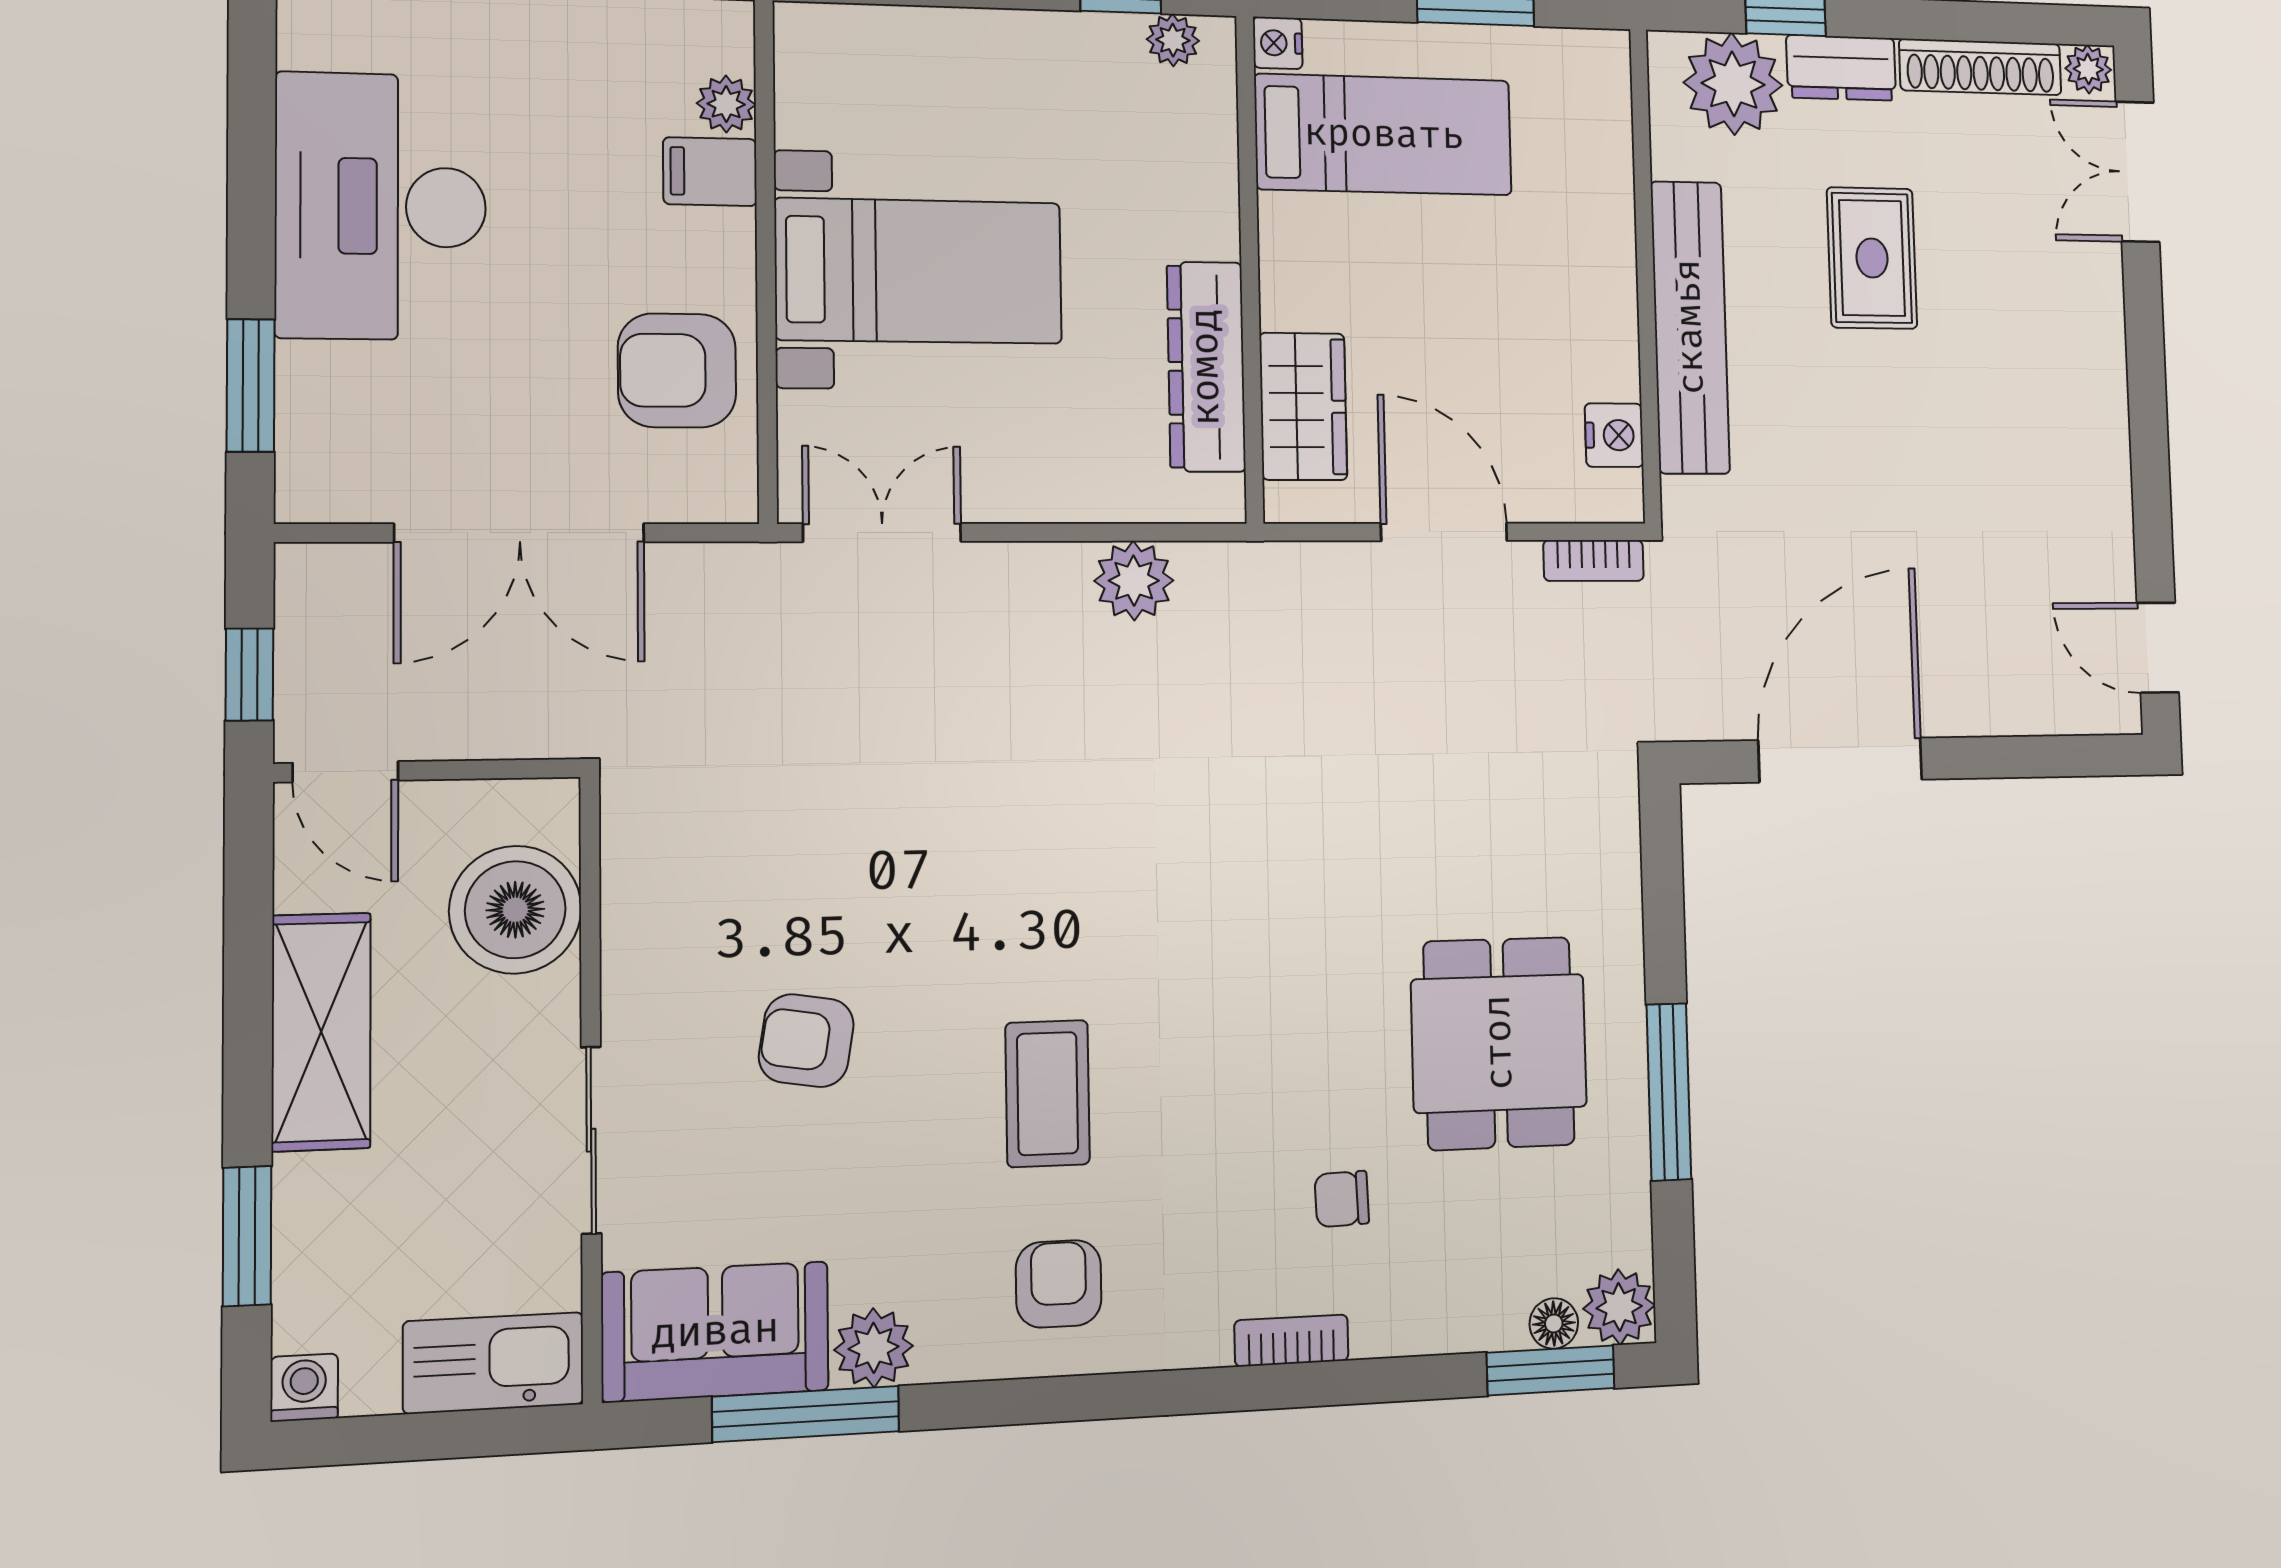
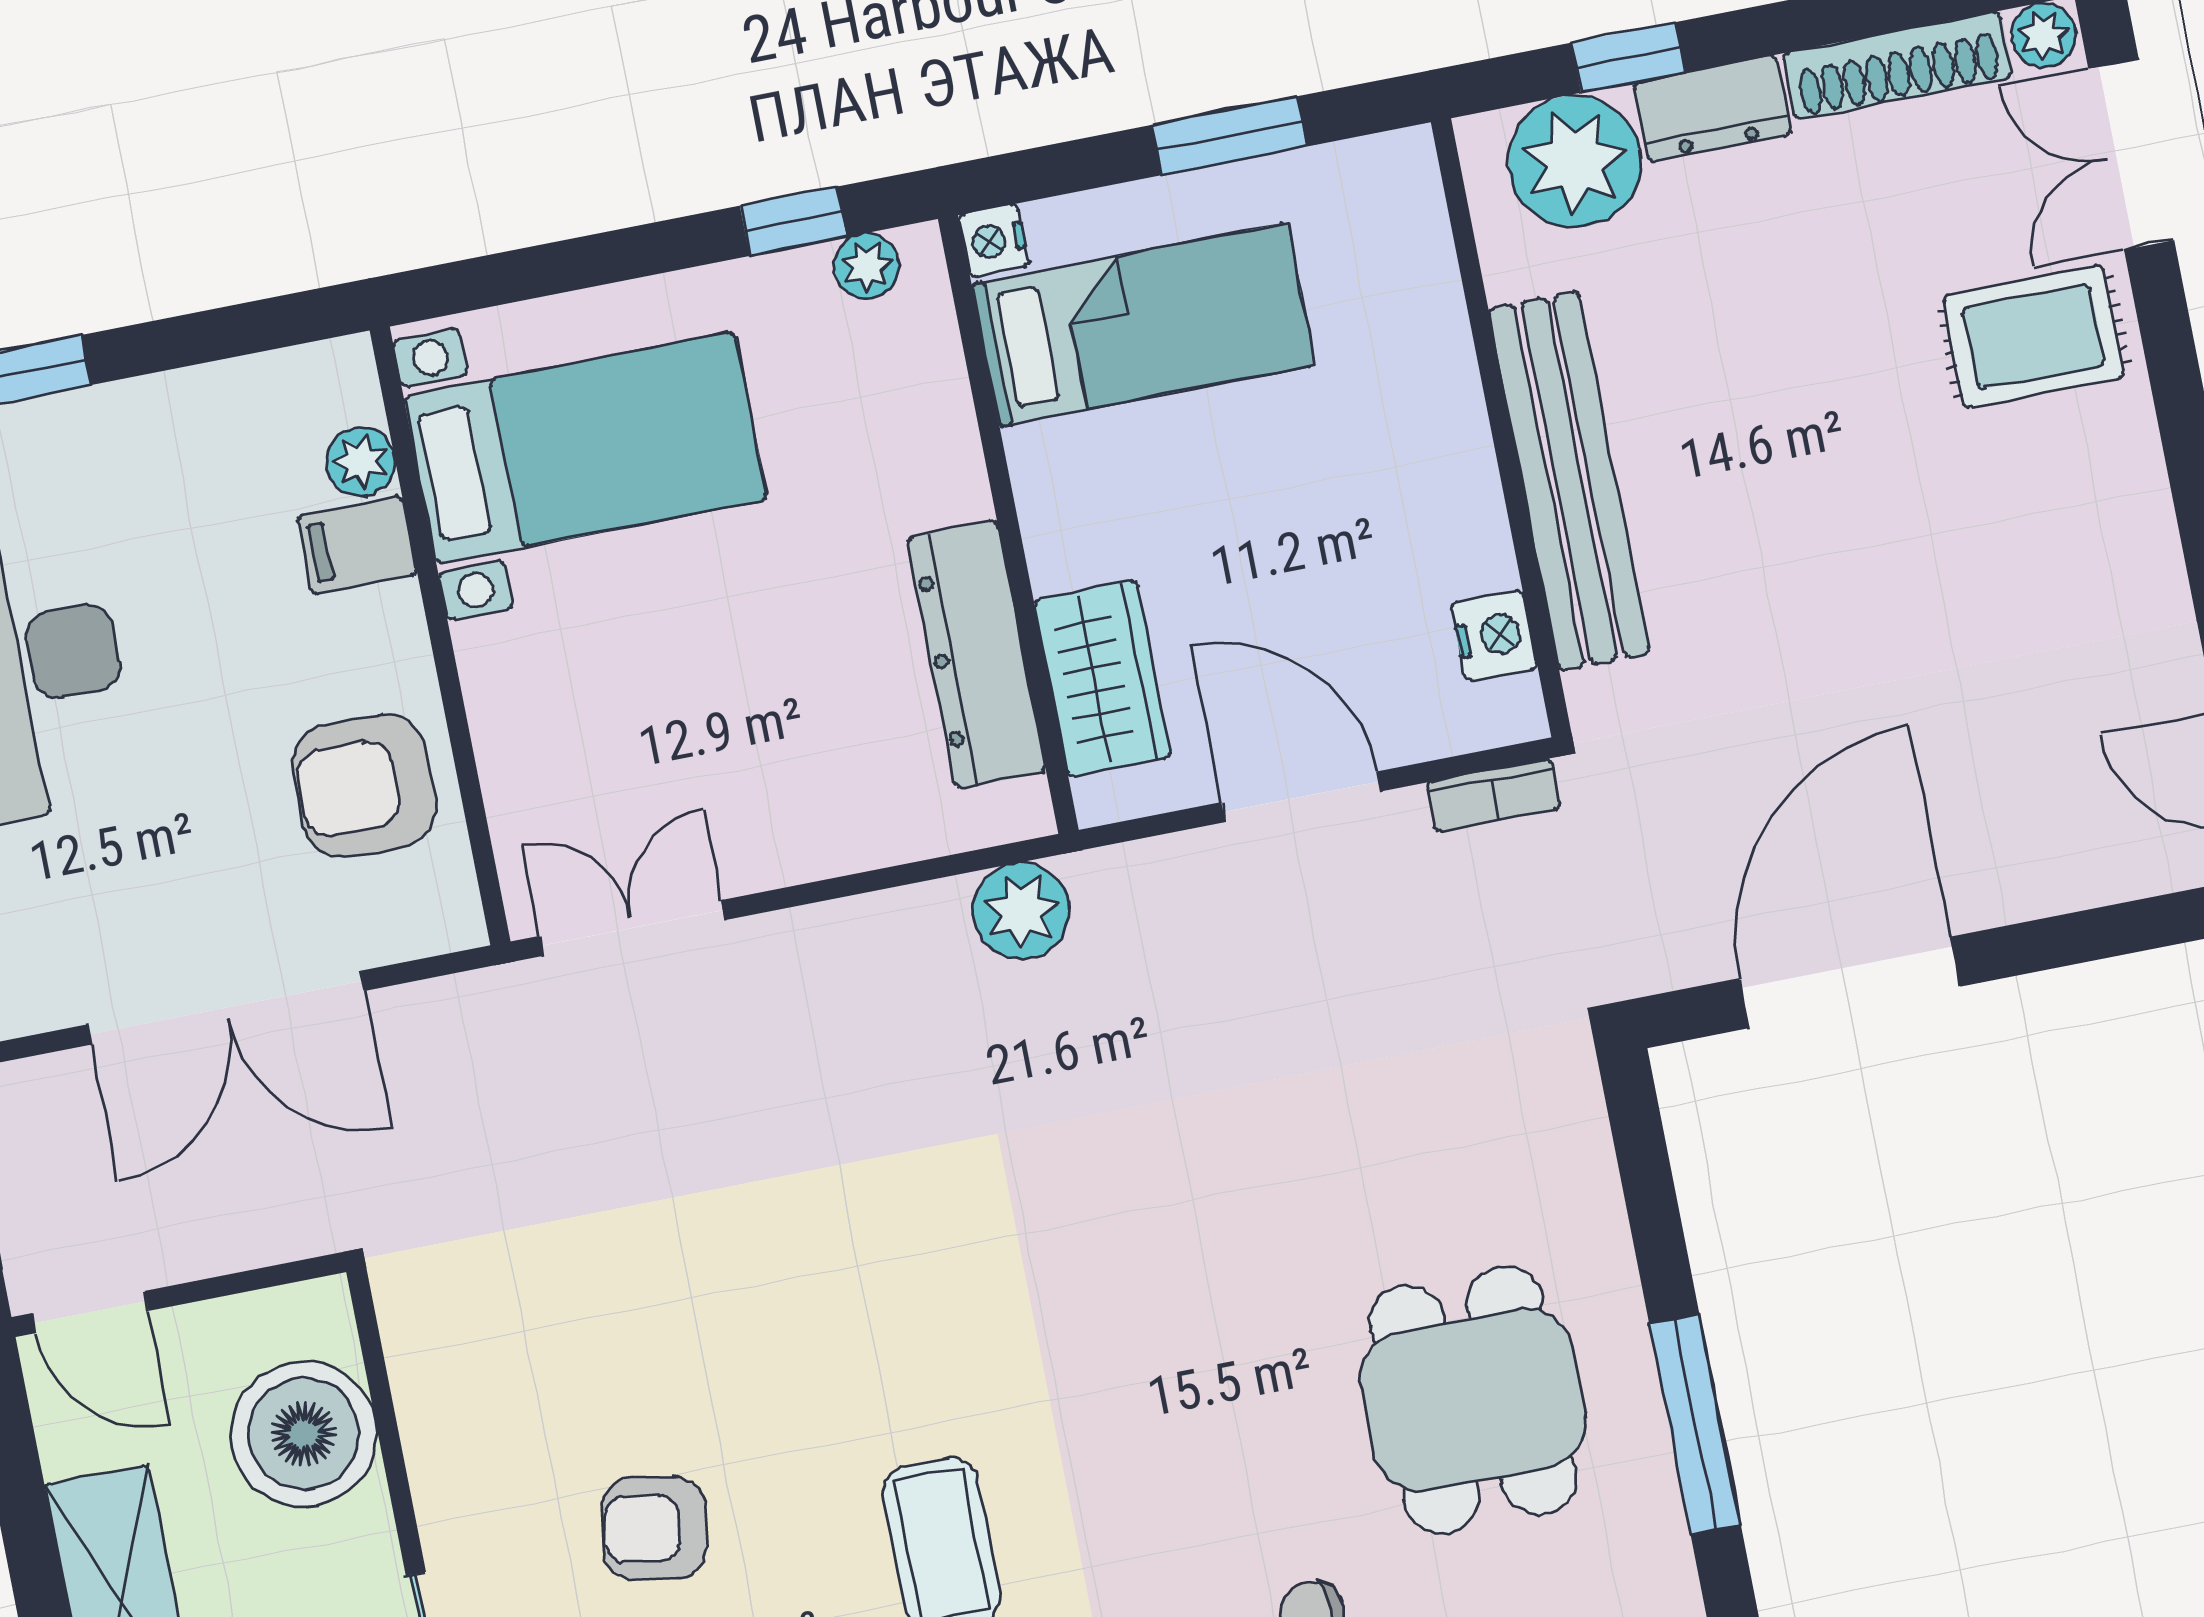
rug: (1872, 258) -> (2034, 337), moved, turned 90
bed with nightstands: (919, 271) -> (586, 448), moved
plant: (1134, 581) -> (1021, 911), moved

